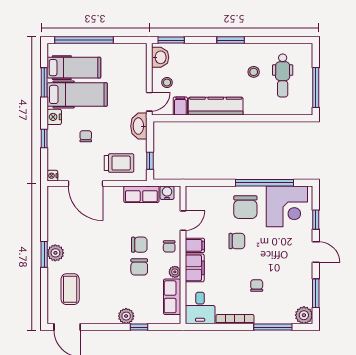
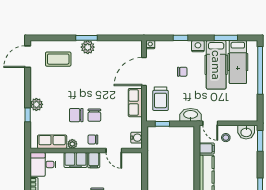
row of seats: (141, 194) -> (135, 103), moved

